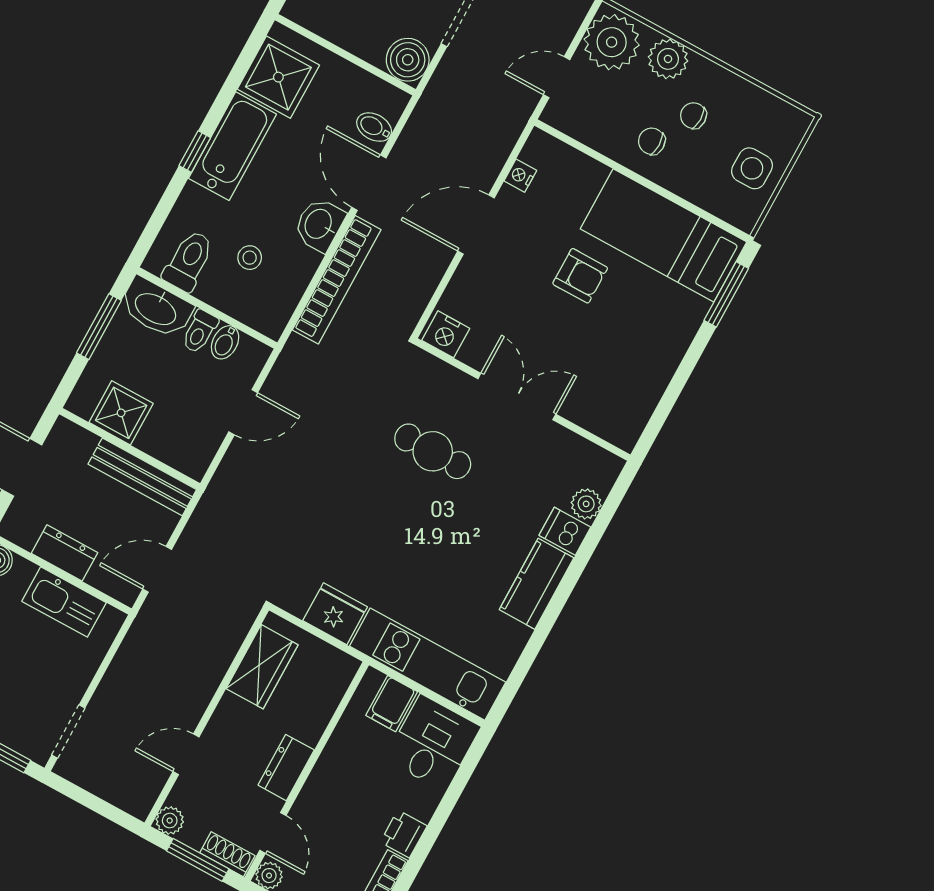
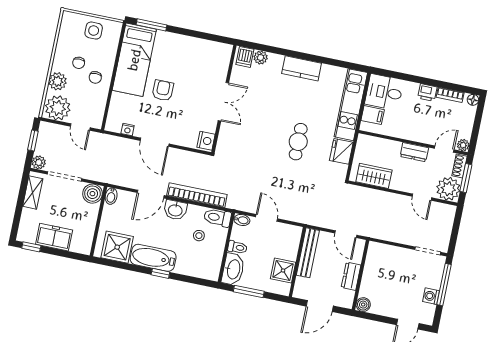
bidet: (374, 127) -> (111, 196), moved
toilet: (189, 261) -> (217, 218), moved
bidet: (225, 342) -> (242, 220), moved
double door: (517, 396) -> (223, 102), swing flipped
cafe table: (433, 451) -> (298, 142), moved
dishwasher: (565, 531) -> (245, 57), moved
kitchen sink: (64, 602) -> (372, 270), removed
plant: (170, 821) -> (448, 189), width x1.88, depth x1.88

